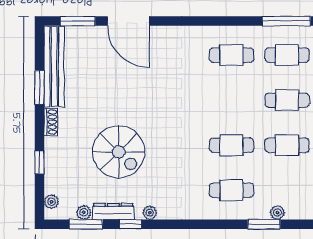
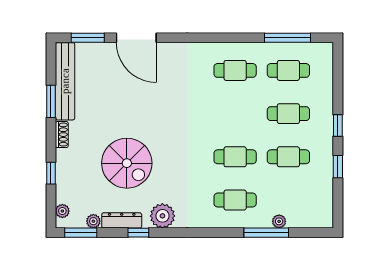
plant: (150, 213) -> (162, 216), width x1.87, depth x1.87
window: (86, 224) -> (81, 233), moved
window: (264, 224) -> (266, 233), width x1.44

